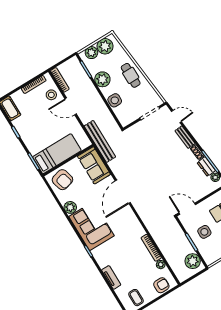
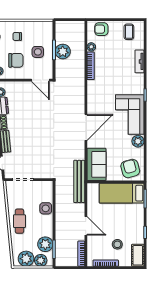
plant: (102, 79) -> (45, 244), moved
stool: (51, 95) -> (117, 244), moved
plant: (193, 261) -> (63, 51), moved

